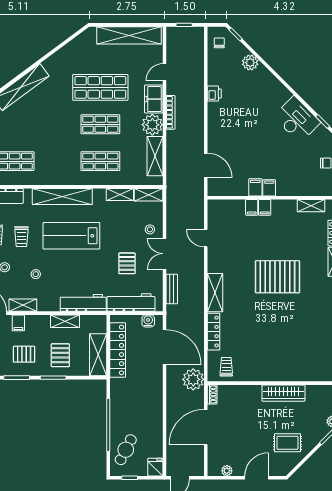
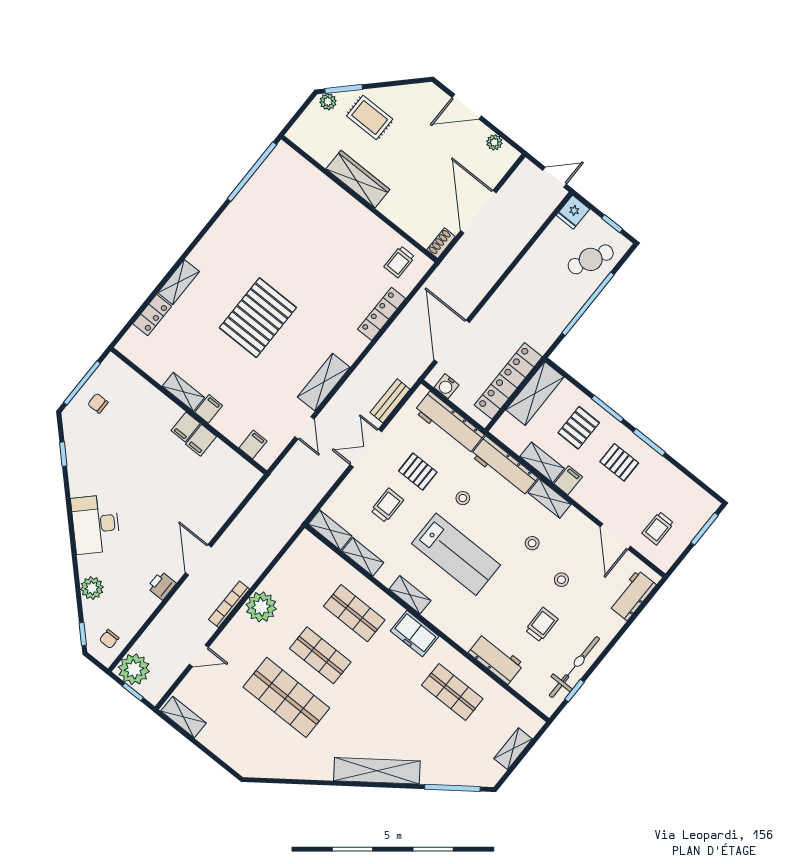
shelving: (129, 35) -> (183, 717), width x0.45, depth x0.75
freezer: (154, 99) -> (415, 634), moved, turned 90
desk: (297, 119) -> (96, 524), moved
shelving: (155, 156) -> (287, 568), removed
door: (206, 165) -> (198, 560), moved
shelving: (62, 197) -> (410, 595), width x0.45, depth x0.75
shelving: (311, 206) -> (183, 392), moved
filing cabinet: (252, 207) -> (253, 444), moved
stool: (150, 229) -> (463, 498), moved
trolley: (21, 237) -> (387, 505), moved
double door: (165, 254) -> (366, 448), swing flipped
pallet: (127, 263) -> (418, 472), turned 90
pallet: (277, 277) -> (258, 318), turned 90
shelving: (215, 293) -> (324, 382), moved
shelving: (23, 305) -> (550, 499), moved
filing cabinet: (18, 323) -> (568, 480), moved
plant: (193, 379) -> (134, 669), moved
door: (206, 427) -> (478, 212), swing flipped
rug: (287, 443) -> (370, 117), moved

